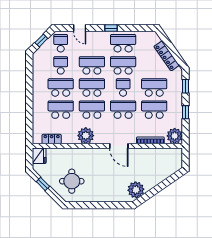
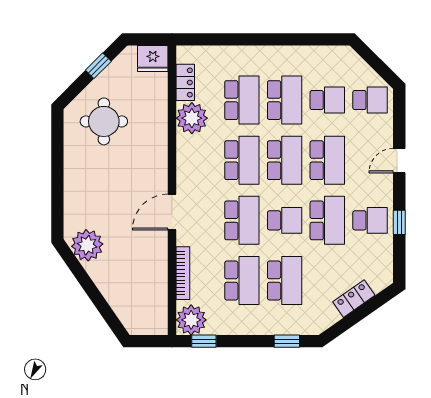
door: (80, 28) -> (399, 161), moved
window: (111, 28) -> (399, 222), moved
window: (41, 40) -> (375, 63), removed
school desk: (123, 43) -> (370, 220), width x0.54
locker: (167, 56) -> (354, 299), width x0.66
window: (186, 112) -> (204, 341), moved
plant: (86, 136) -> (192, 118), moved

